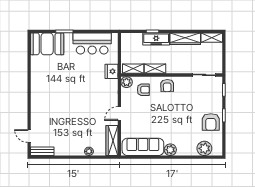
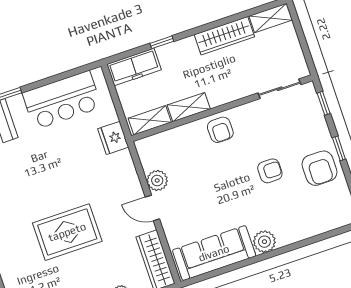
freezer: (156, 39) -> (134, 67), moved
plant: (127, 82) -> (157, 180), moved
armchair: (143, 90) -> (270, 171), moved
rug: (72, 111) -> (67, 232), added
door: (119, 114) -> (152, 208), hinge flipped
plant: (204, 148) -> (324, 219), removed

